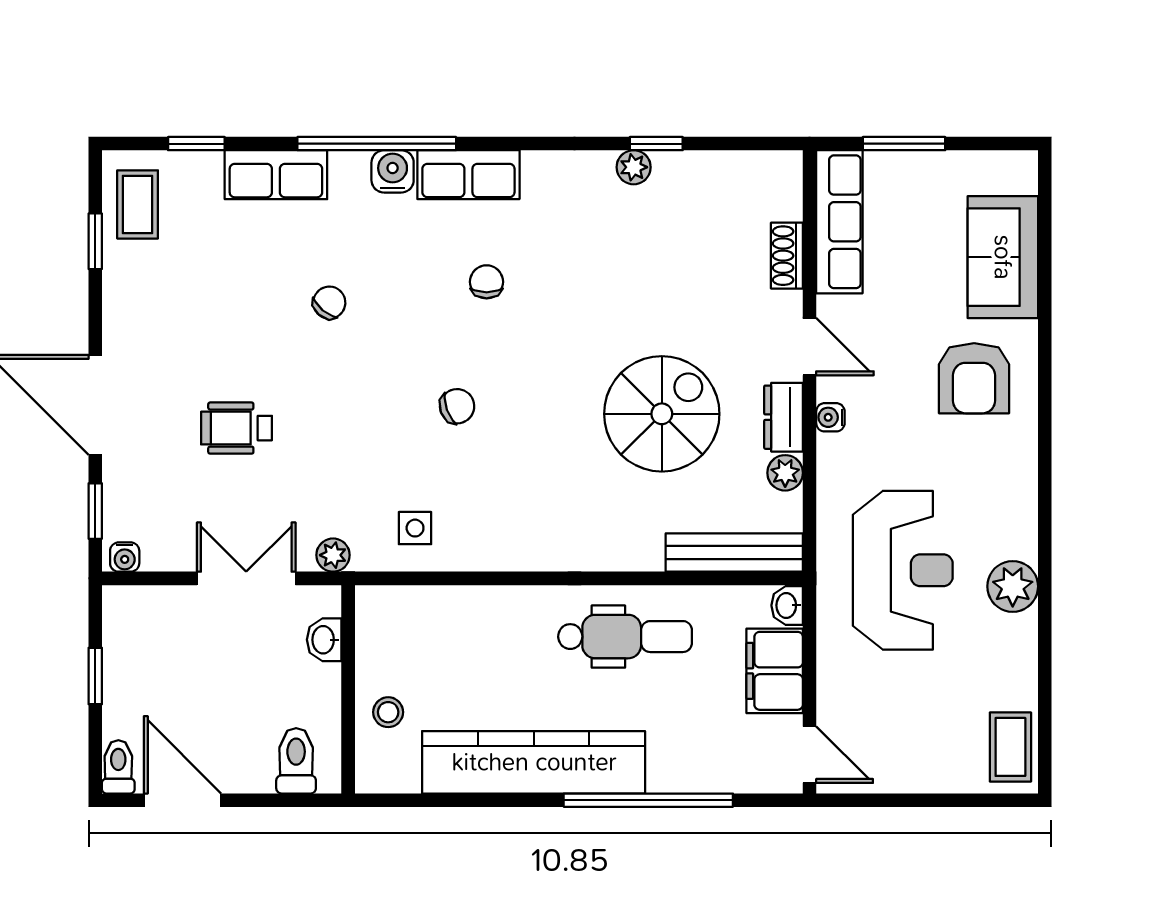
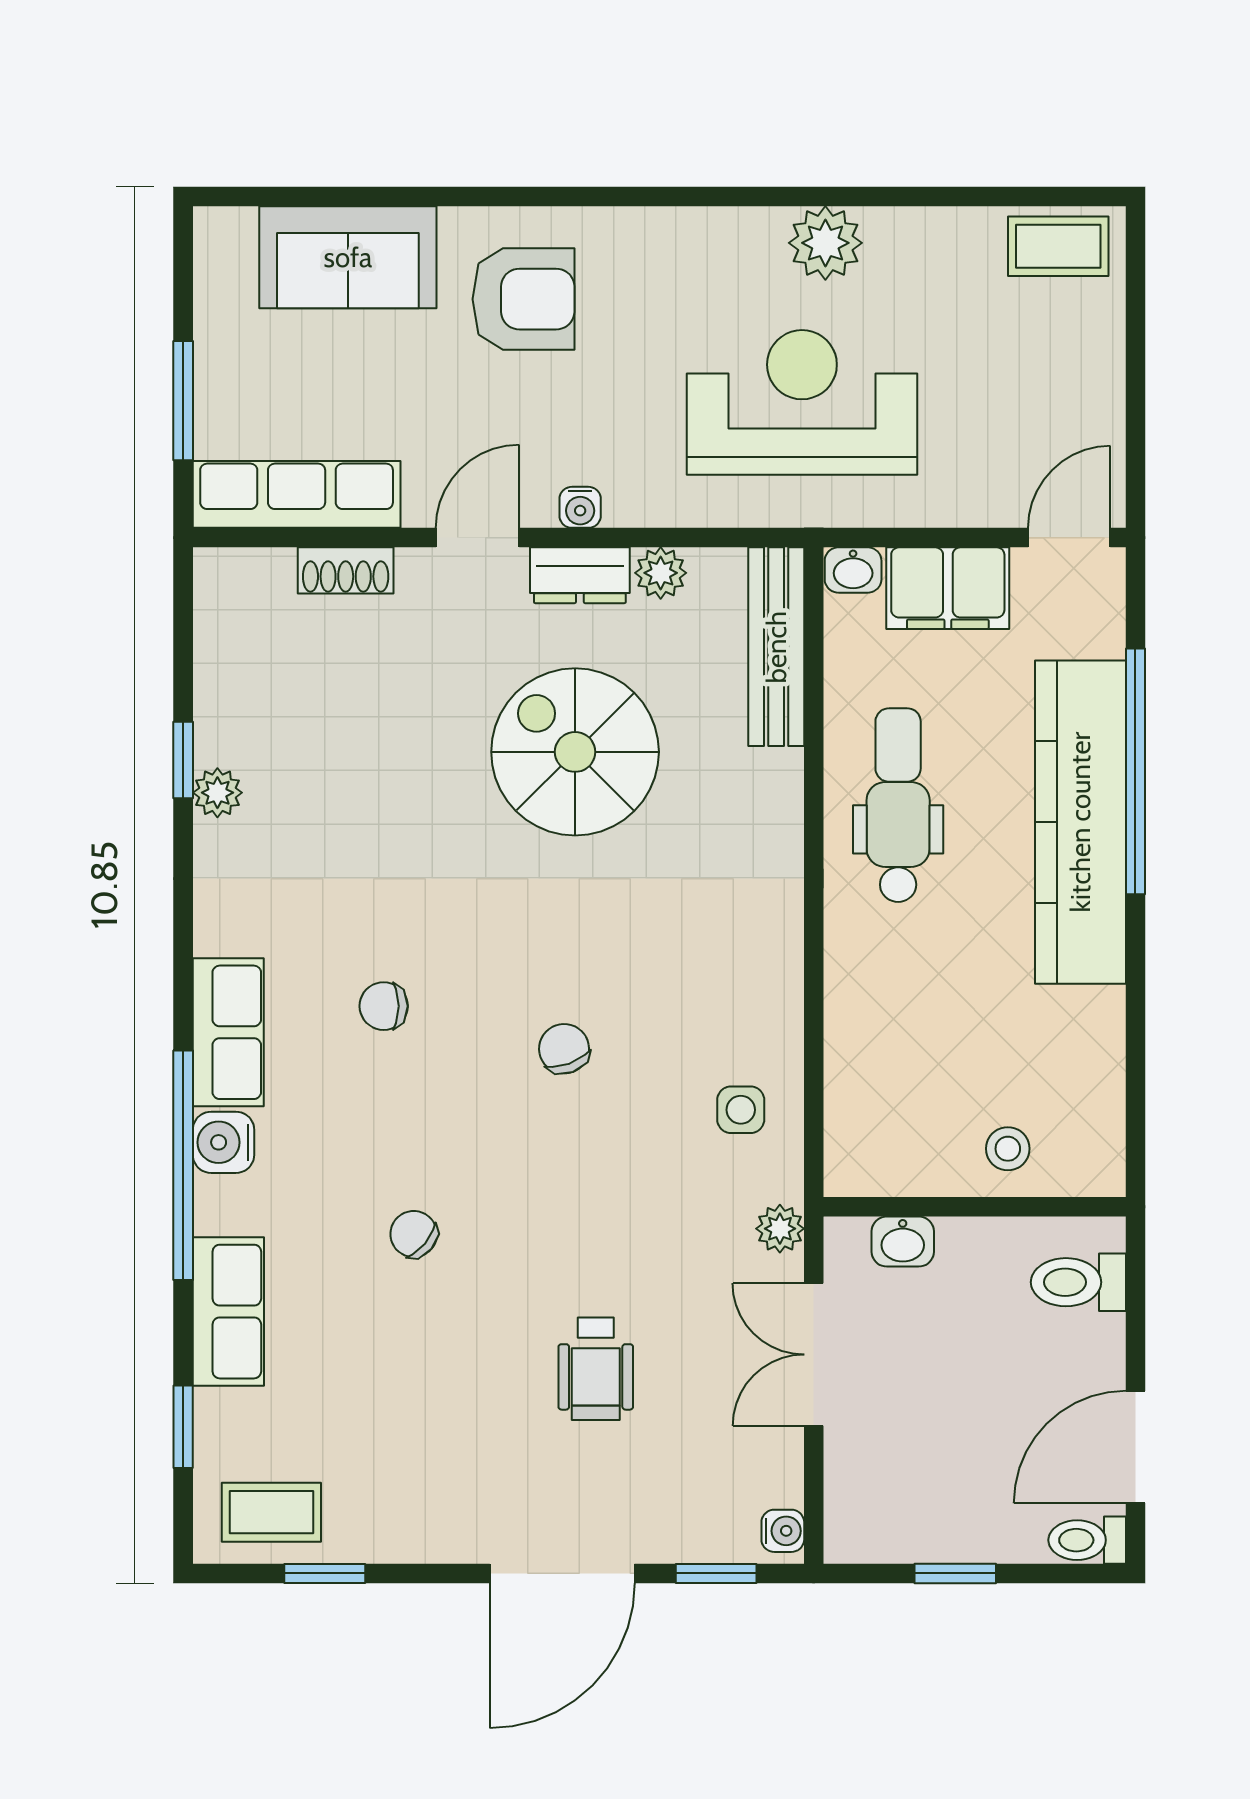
kitchen counter: (534, 762) -> (1080, 822), moved

